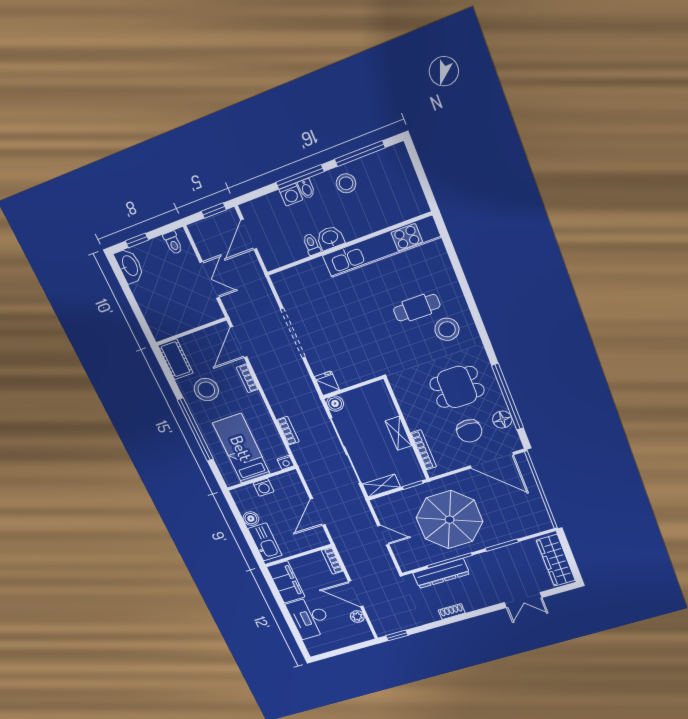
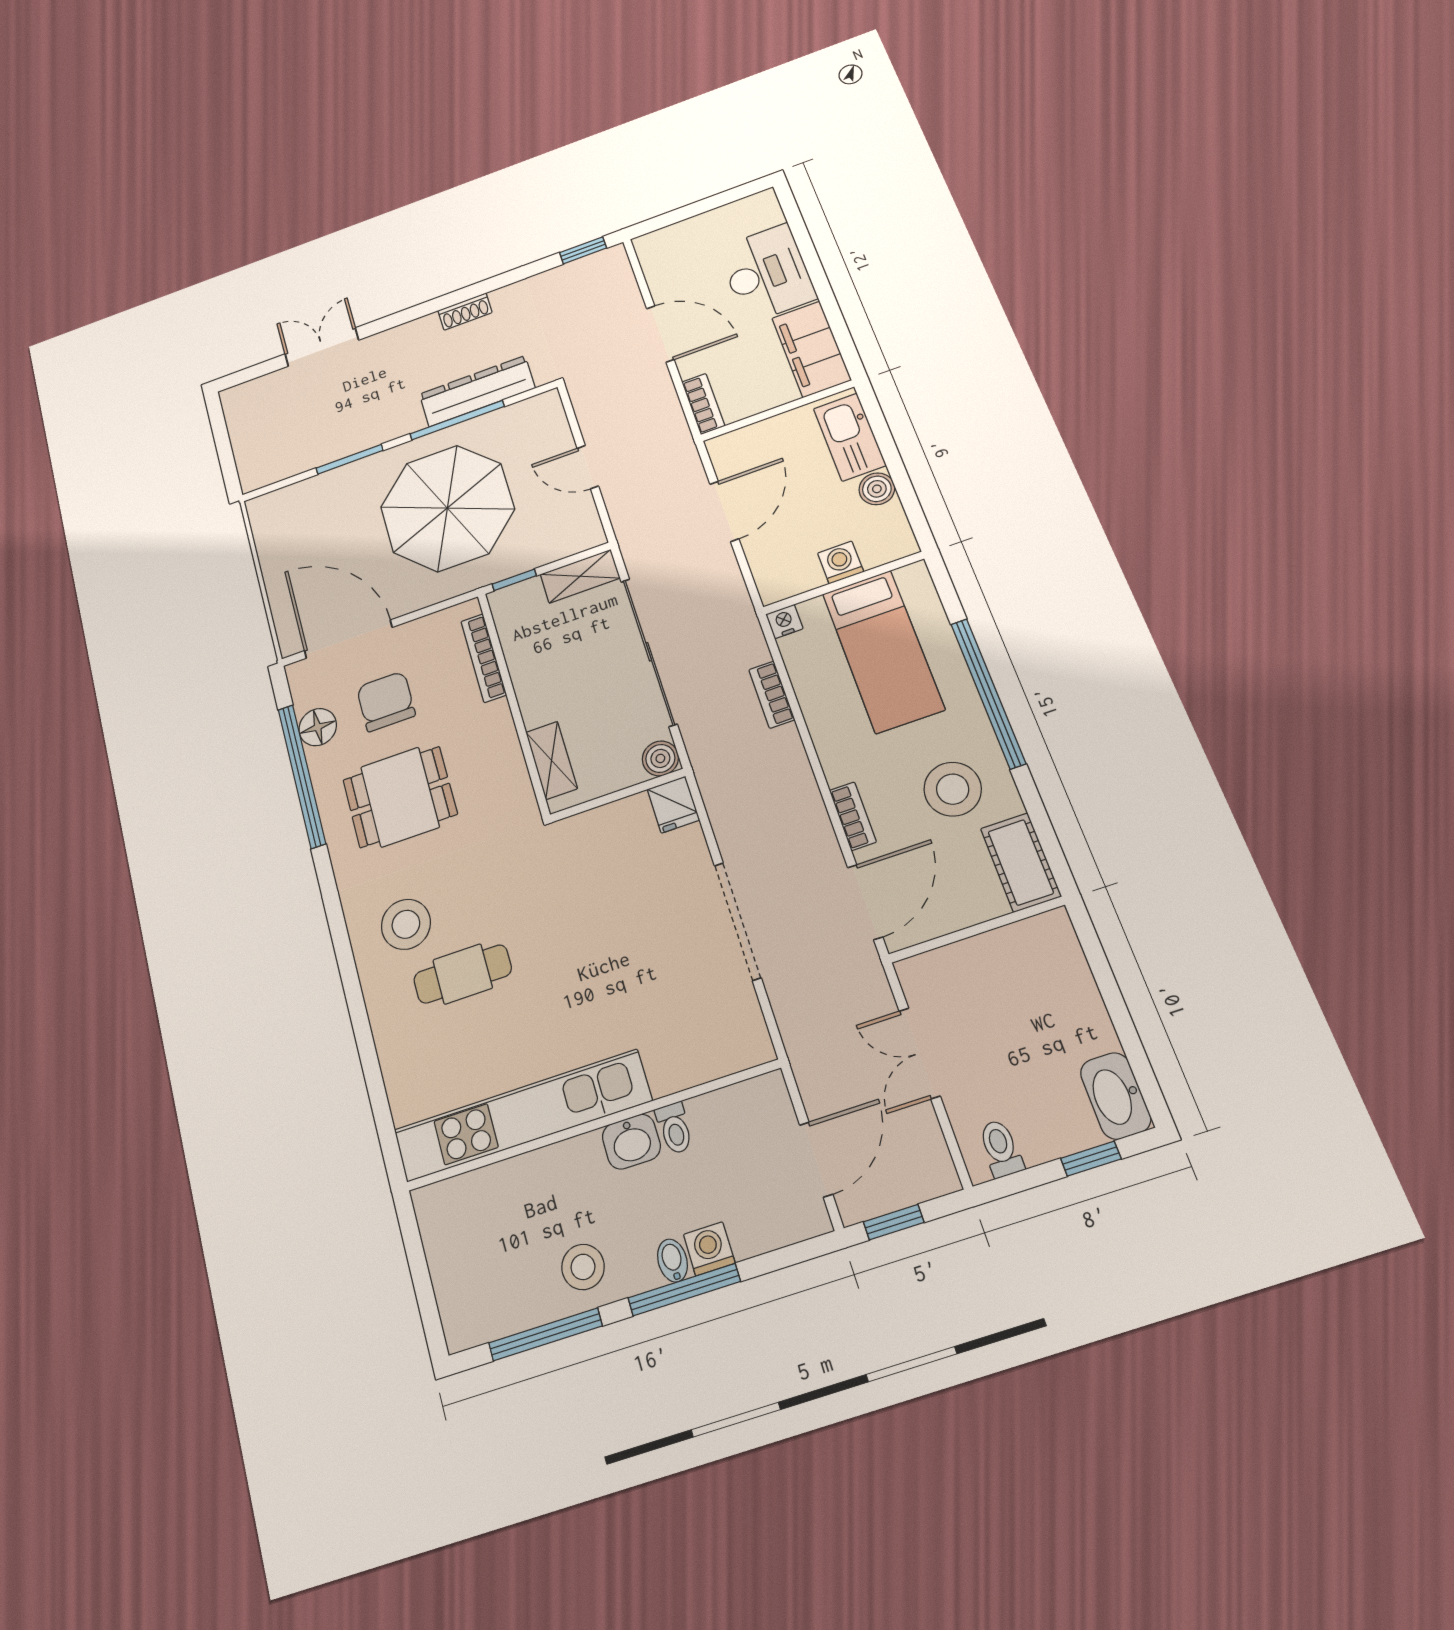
shelving: (398, 433) -> (552, 760), moved
wardrobe: (556, 560) -> (250, 434), removed
plant: (357, 617) -> (662, 284), removed

